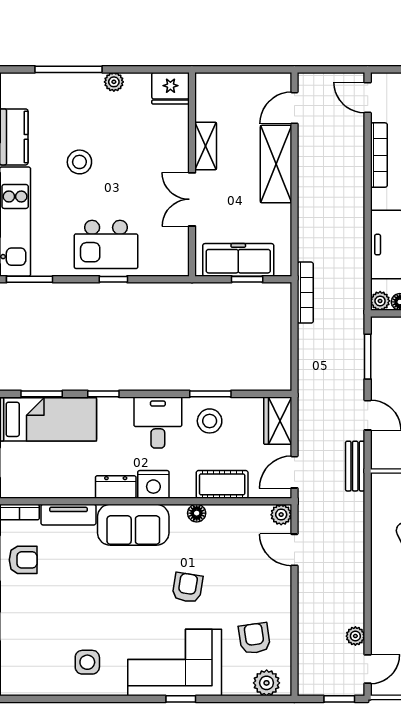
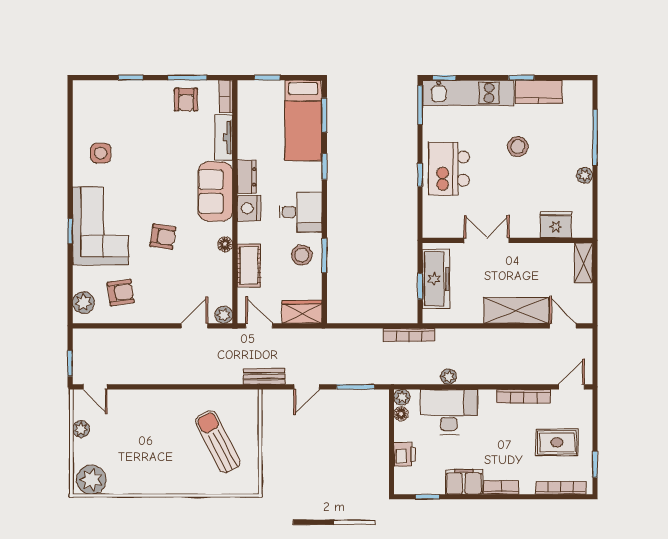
fridge: (170, 88) -> (556, 225), moved, turned 90
shelving: (206, 146) -> (584, 263), moved, turned 90
plant: (355, 636) -> (448, 377), moved

